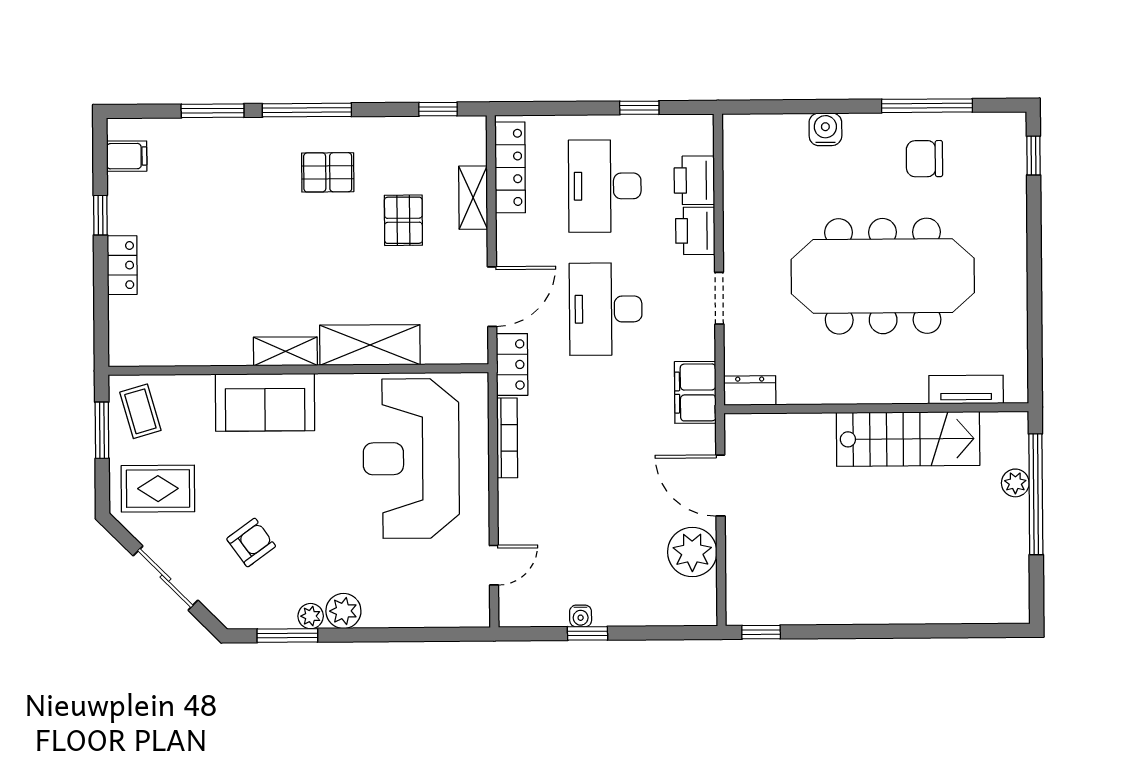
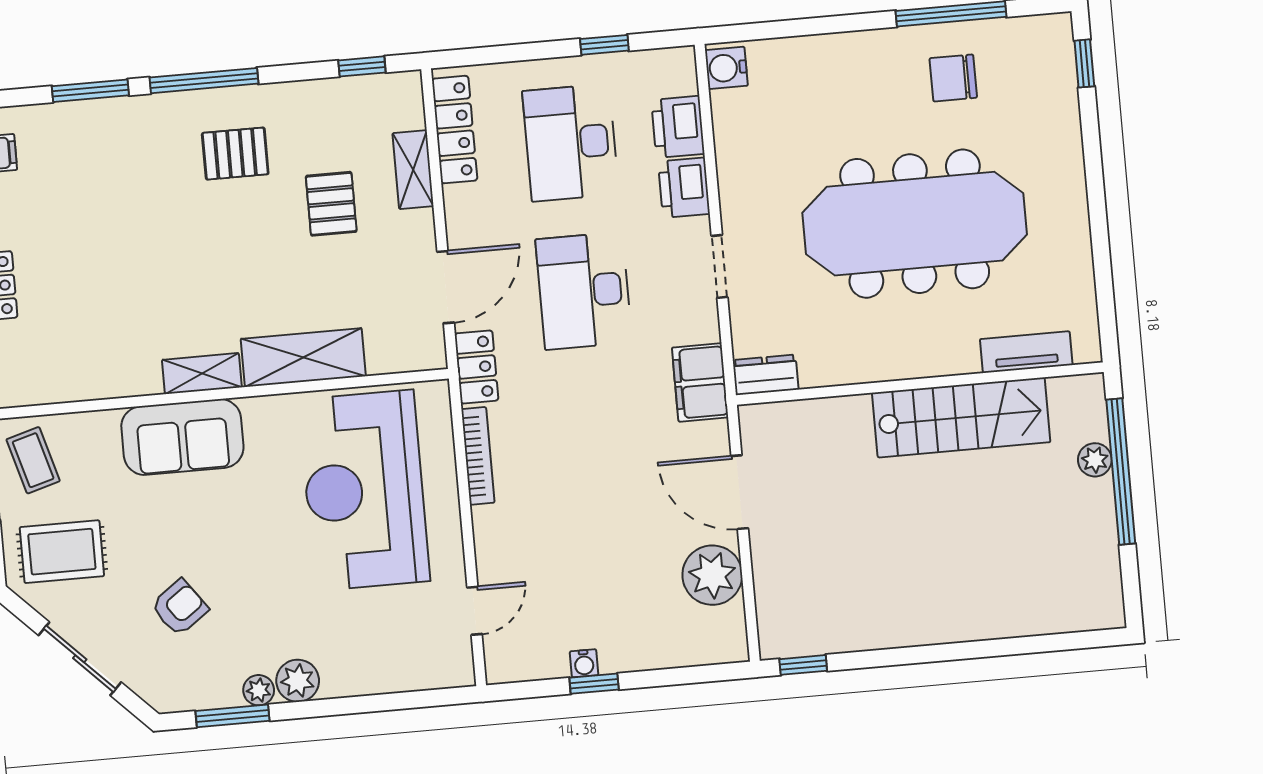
water cooler: (825, 129) -> (726, 68), moved, turned -90

